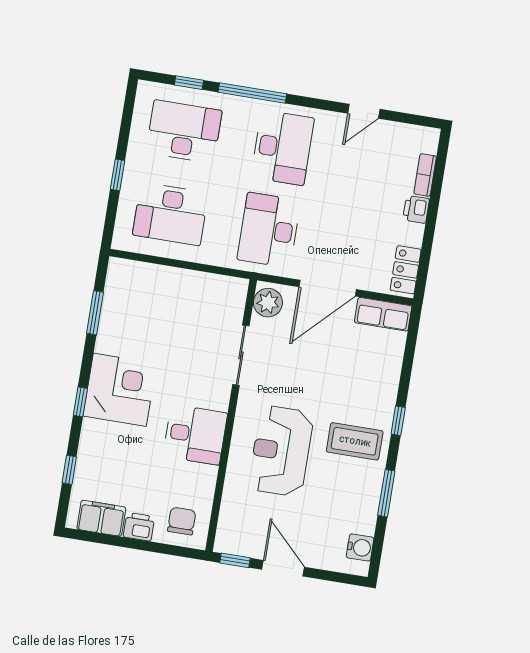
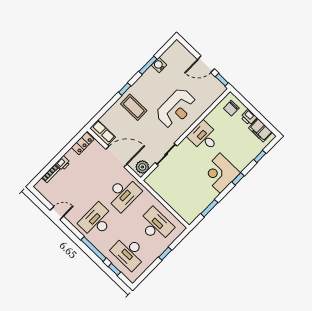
coffee table: (355, 441) -> (134, 107), moved
water cooler: (360, 548) -> (159, 65), moved
door: (283, 568) -> (206, 64), hinge flipped

